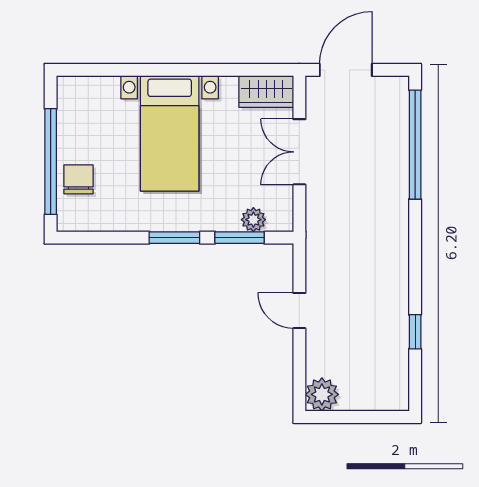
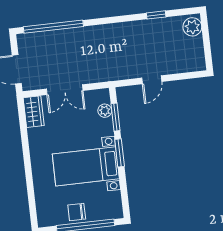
bed with nightstands: (170, 133) -> (86, 166), moved, turned 180
chair: (79, 179) -> (77, 212), moved
plant: (322, 394) -> (192, 27), moved

